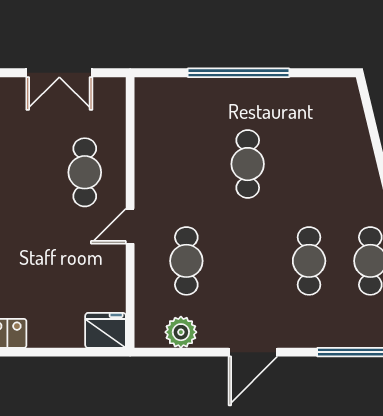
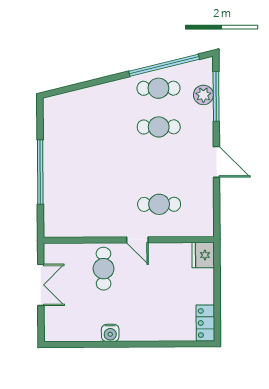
cafe table: (248, 164) -> (98, 166), removed
cafe table: (85, 172) -> (104, 269), turned 90
plant: (181, 332) -> (203, 95), moved

